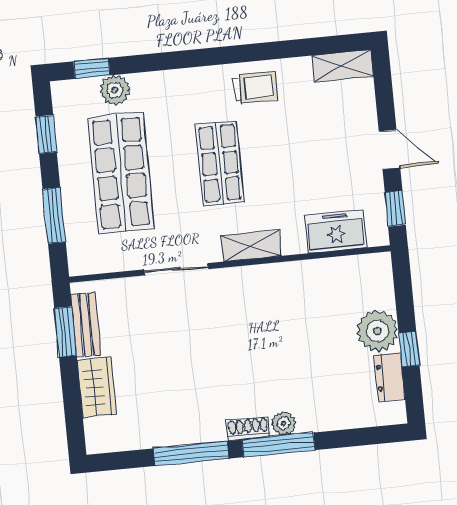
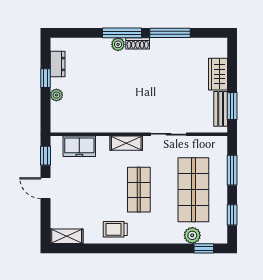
plant: (377, 331) -> (56, 95), width x0.53, depth x0.53

